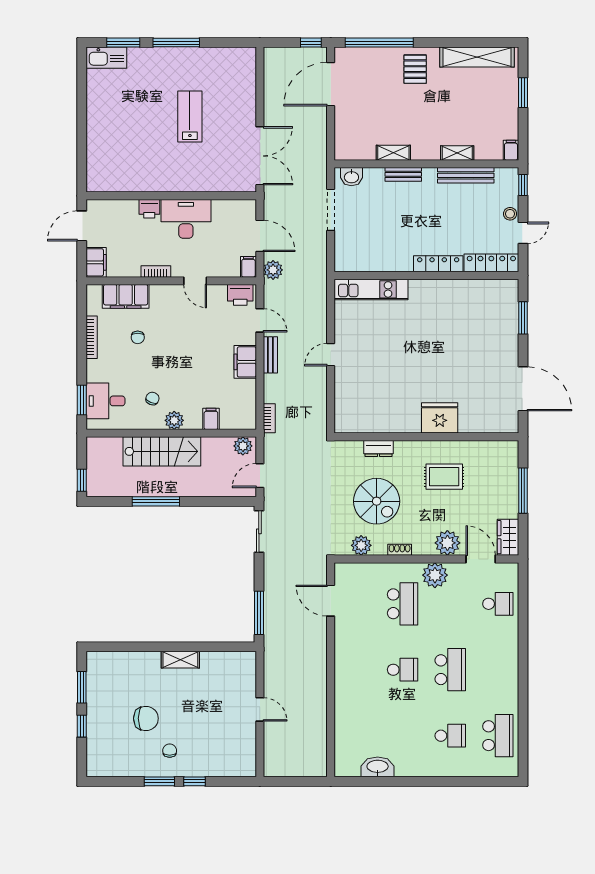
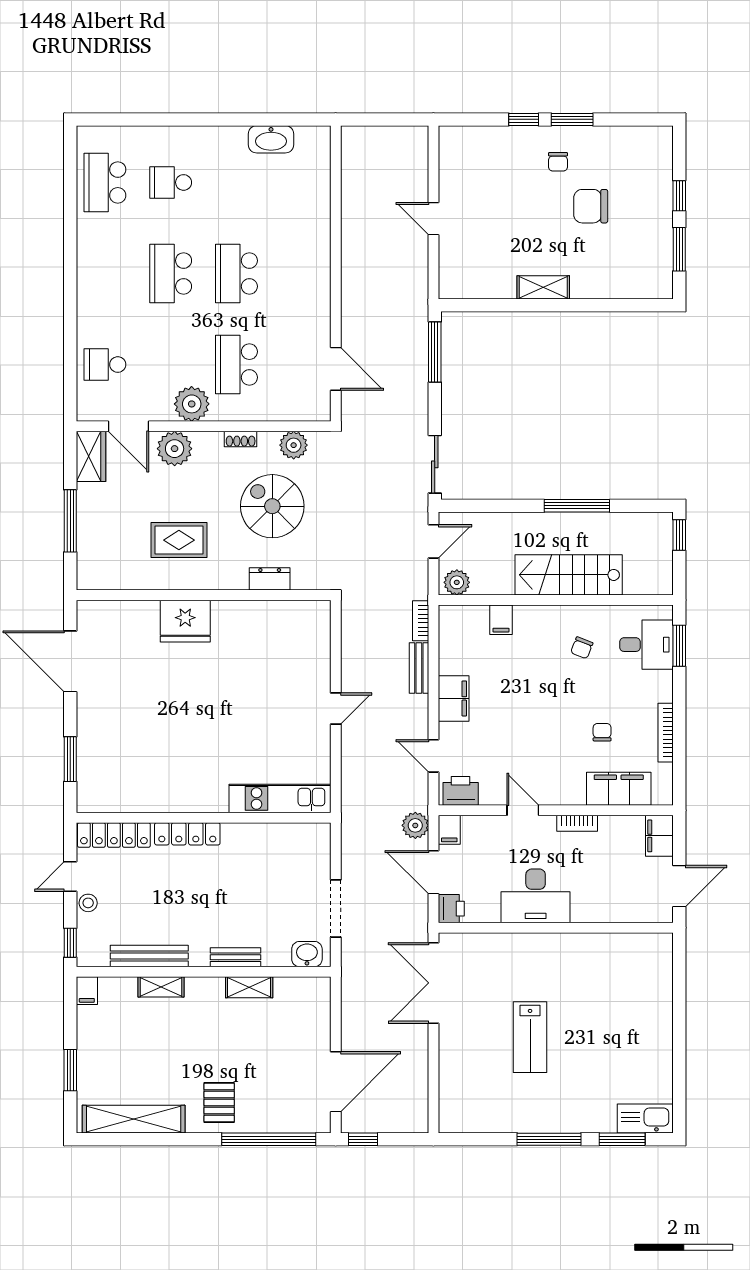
printer: (149, 209) -> (451, 909), moved, turned 90
bench: (270, 355) -> (419, 668), moved
plant: (174, 420) -> (552, 618), removed
school desk: (403, 670) -> (236, 273), width x1.85

